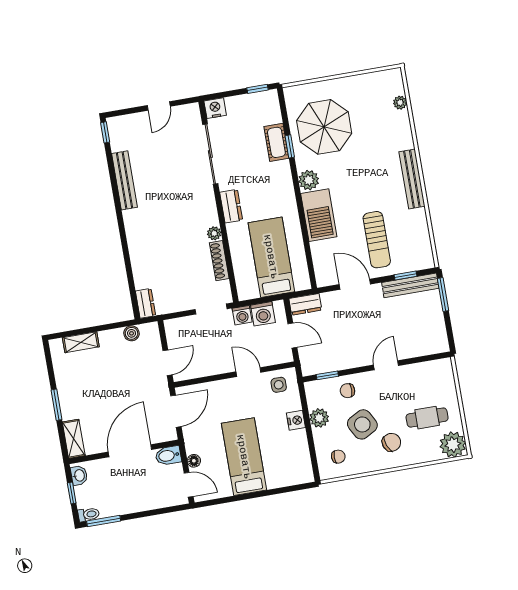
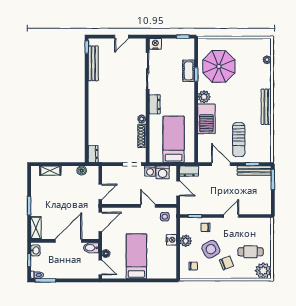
bench: (124, 180) -> (93, 63), moved

